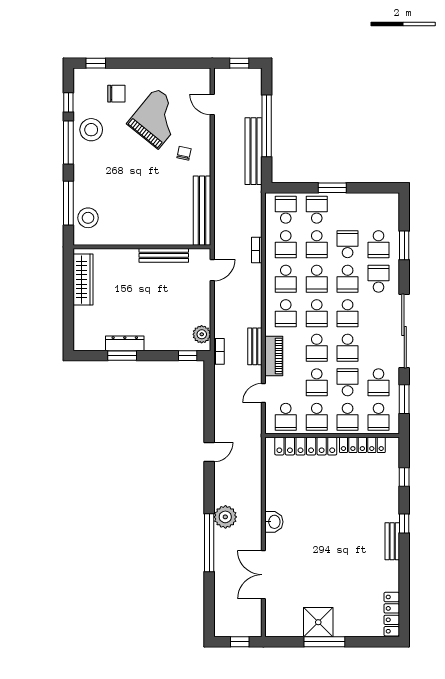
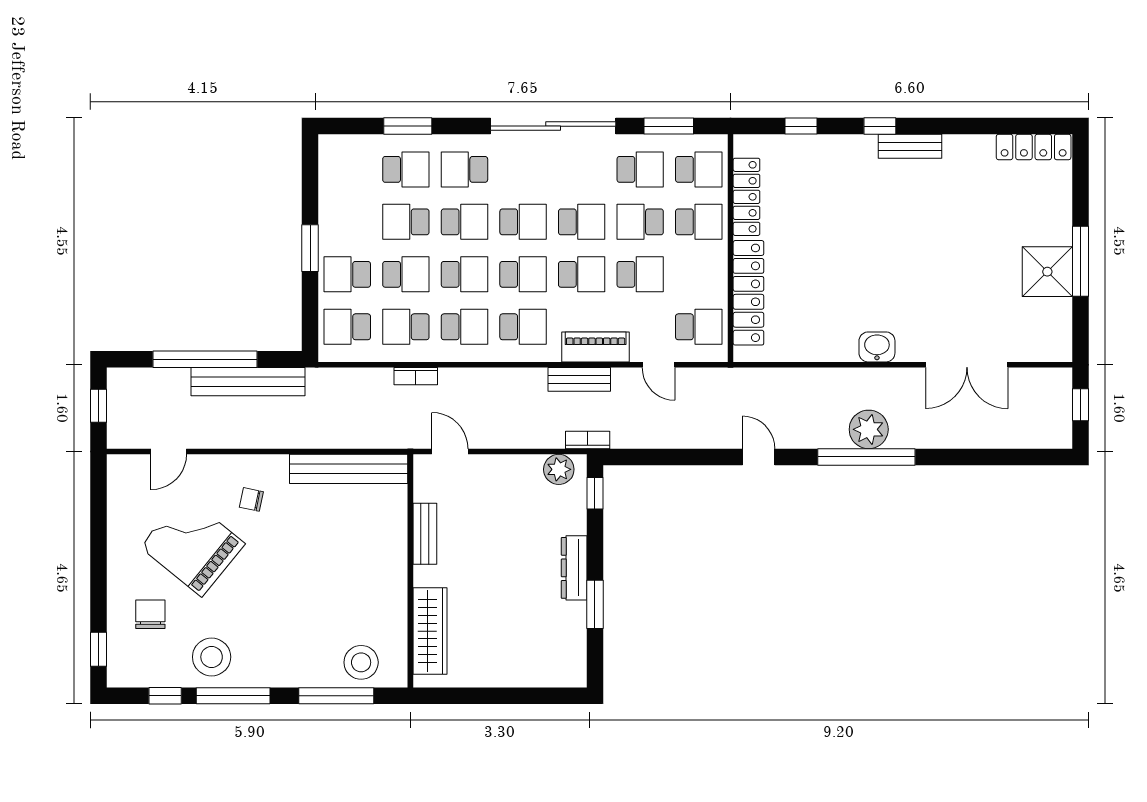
school desk: (286, 244) -> (406, 327), turned 180
bench: (164, 255) -> (425, 534), width x0.73
wardrobe: (83, 280) -> (430, 631), moved, turned 90
dresser: (125, 343) -> (574, 568), moved
school desk: (317, 417) -> (699, 274), removed
window: (209, 543) -> (866, 457), moved

